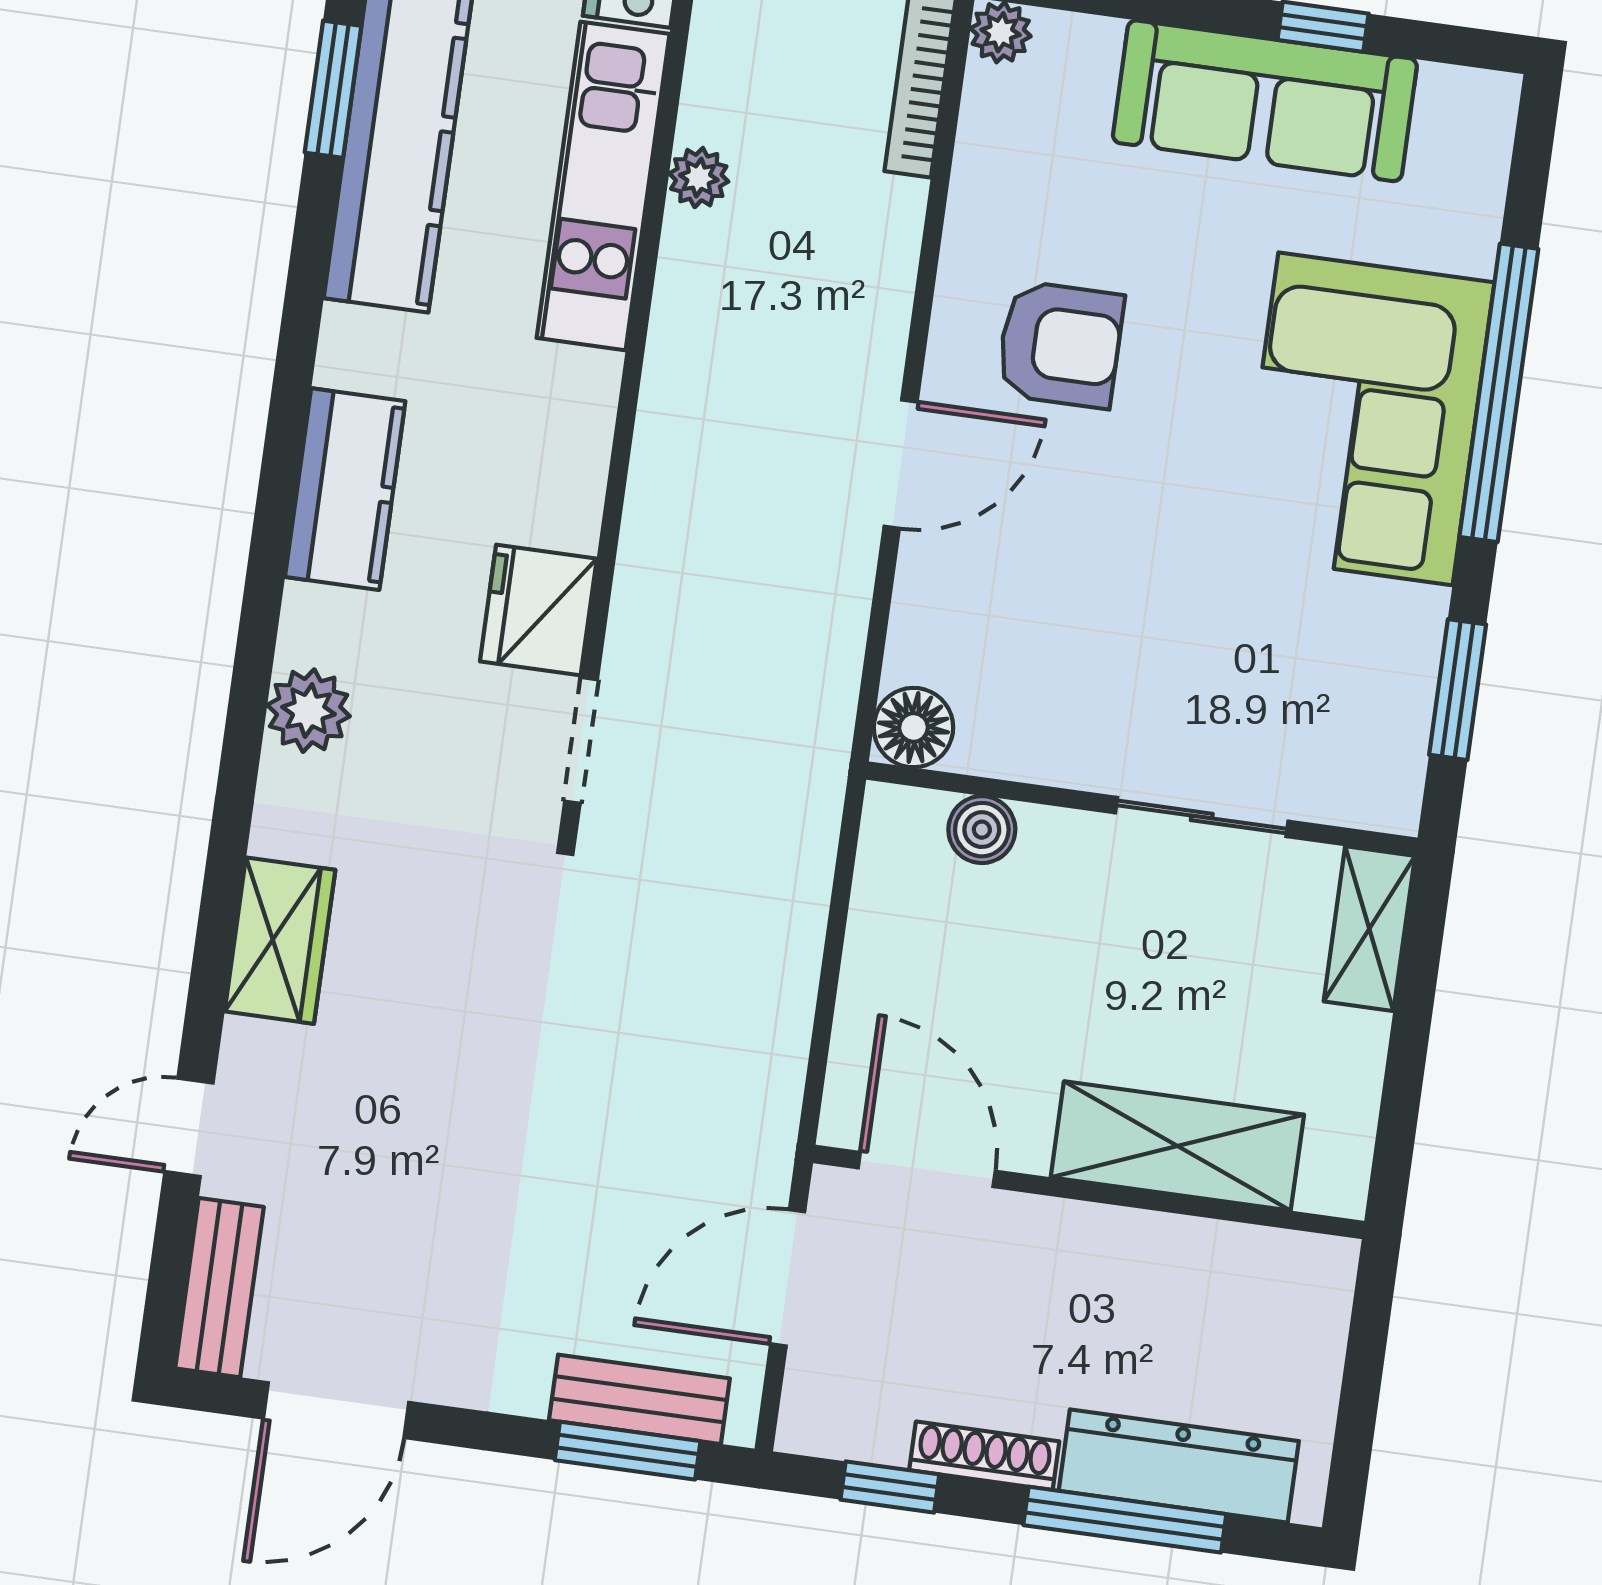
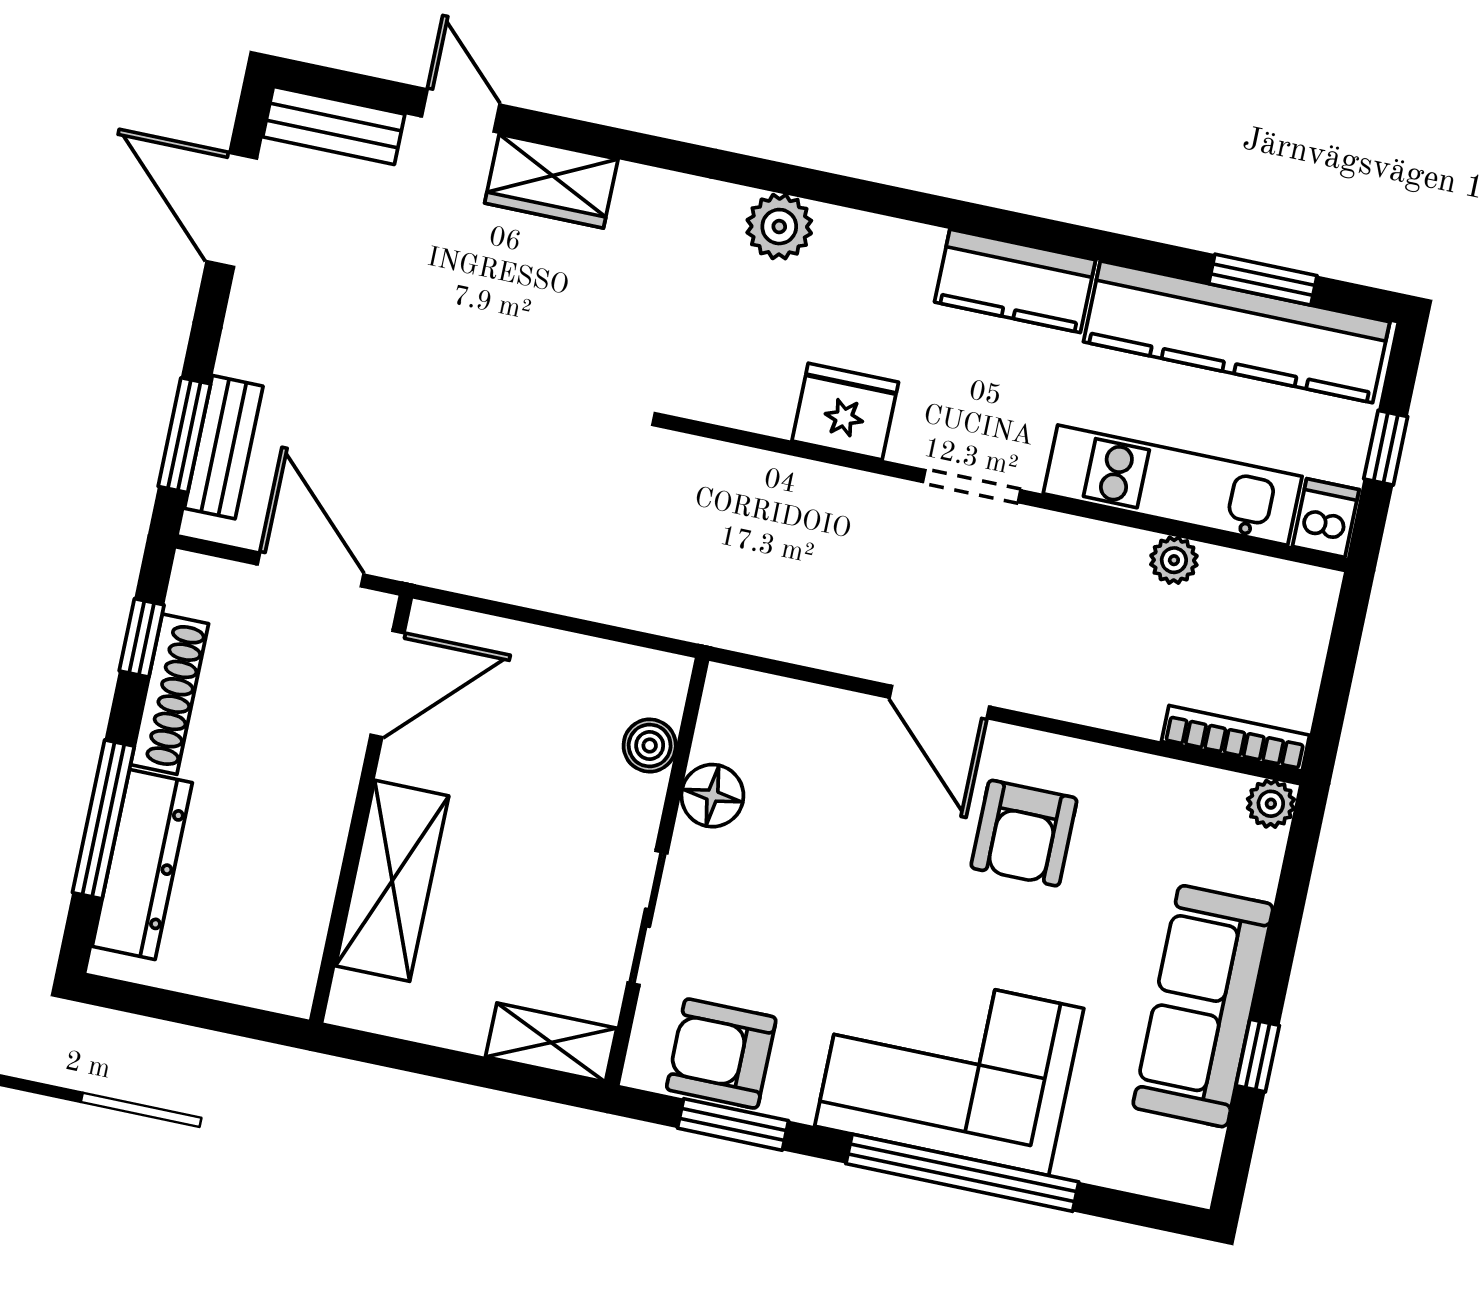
kitchen counter: (345, 489) -> (1015, 281), moved
armchair: (1368, 711) -> (721, 1053), added
floor lamp: (913, 728) -> (712, 796), moved
doorway: (581, 740) -> (972, 486), moved
wardrobe: (280, 941) -> (551, 181), moved
shoe rack: (984, 1456) -> (169, 694), width x1.36, depth x1.24

